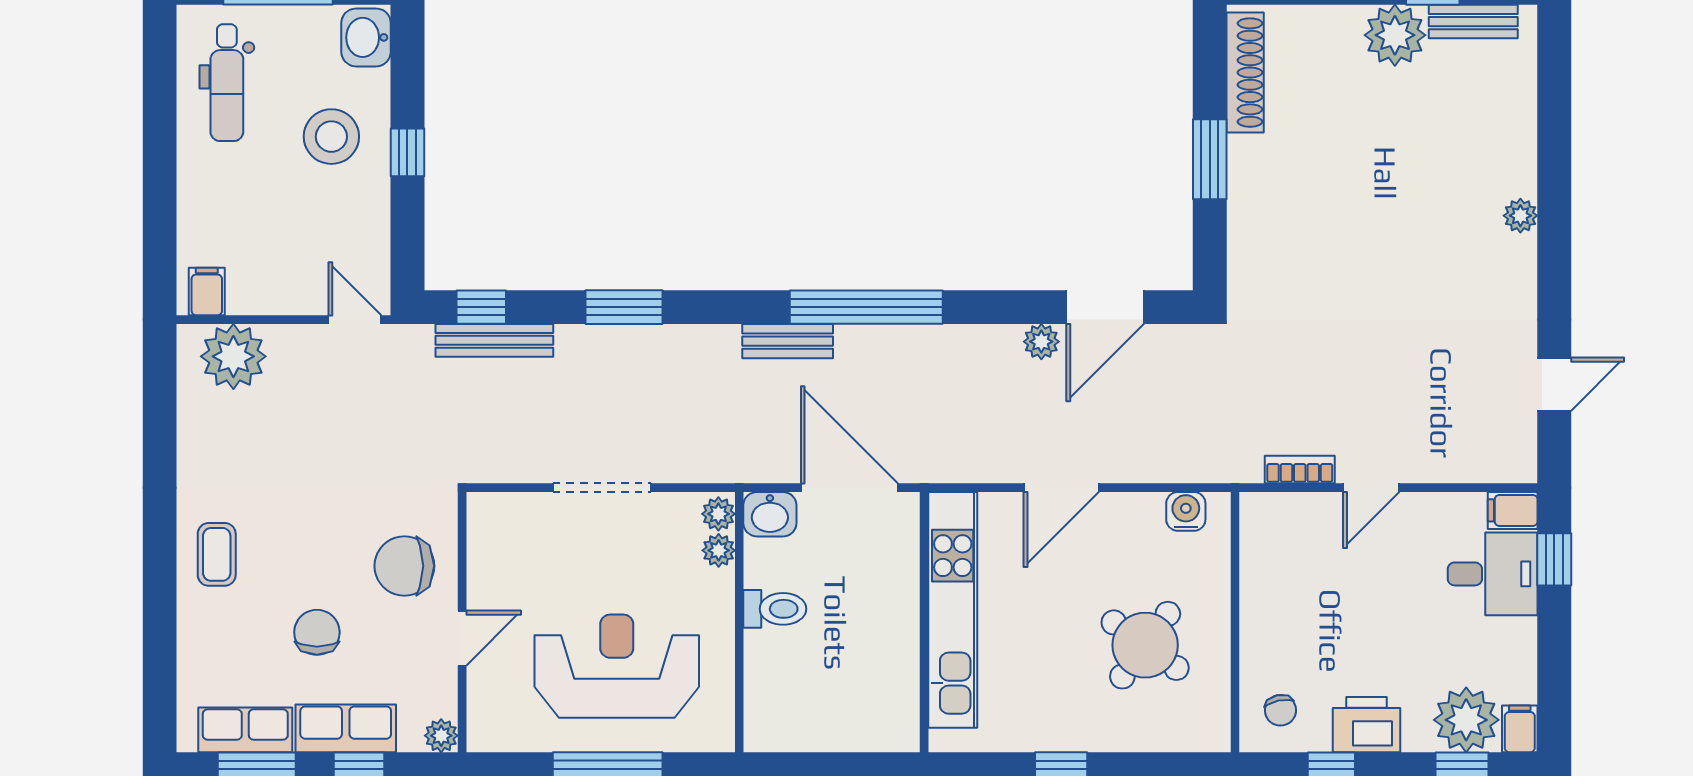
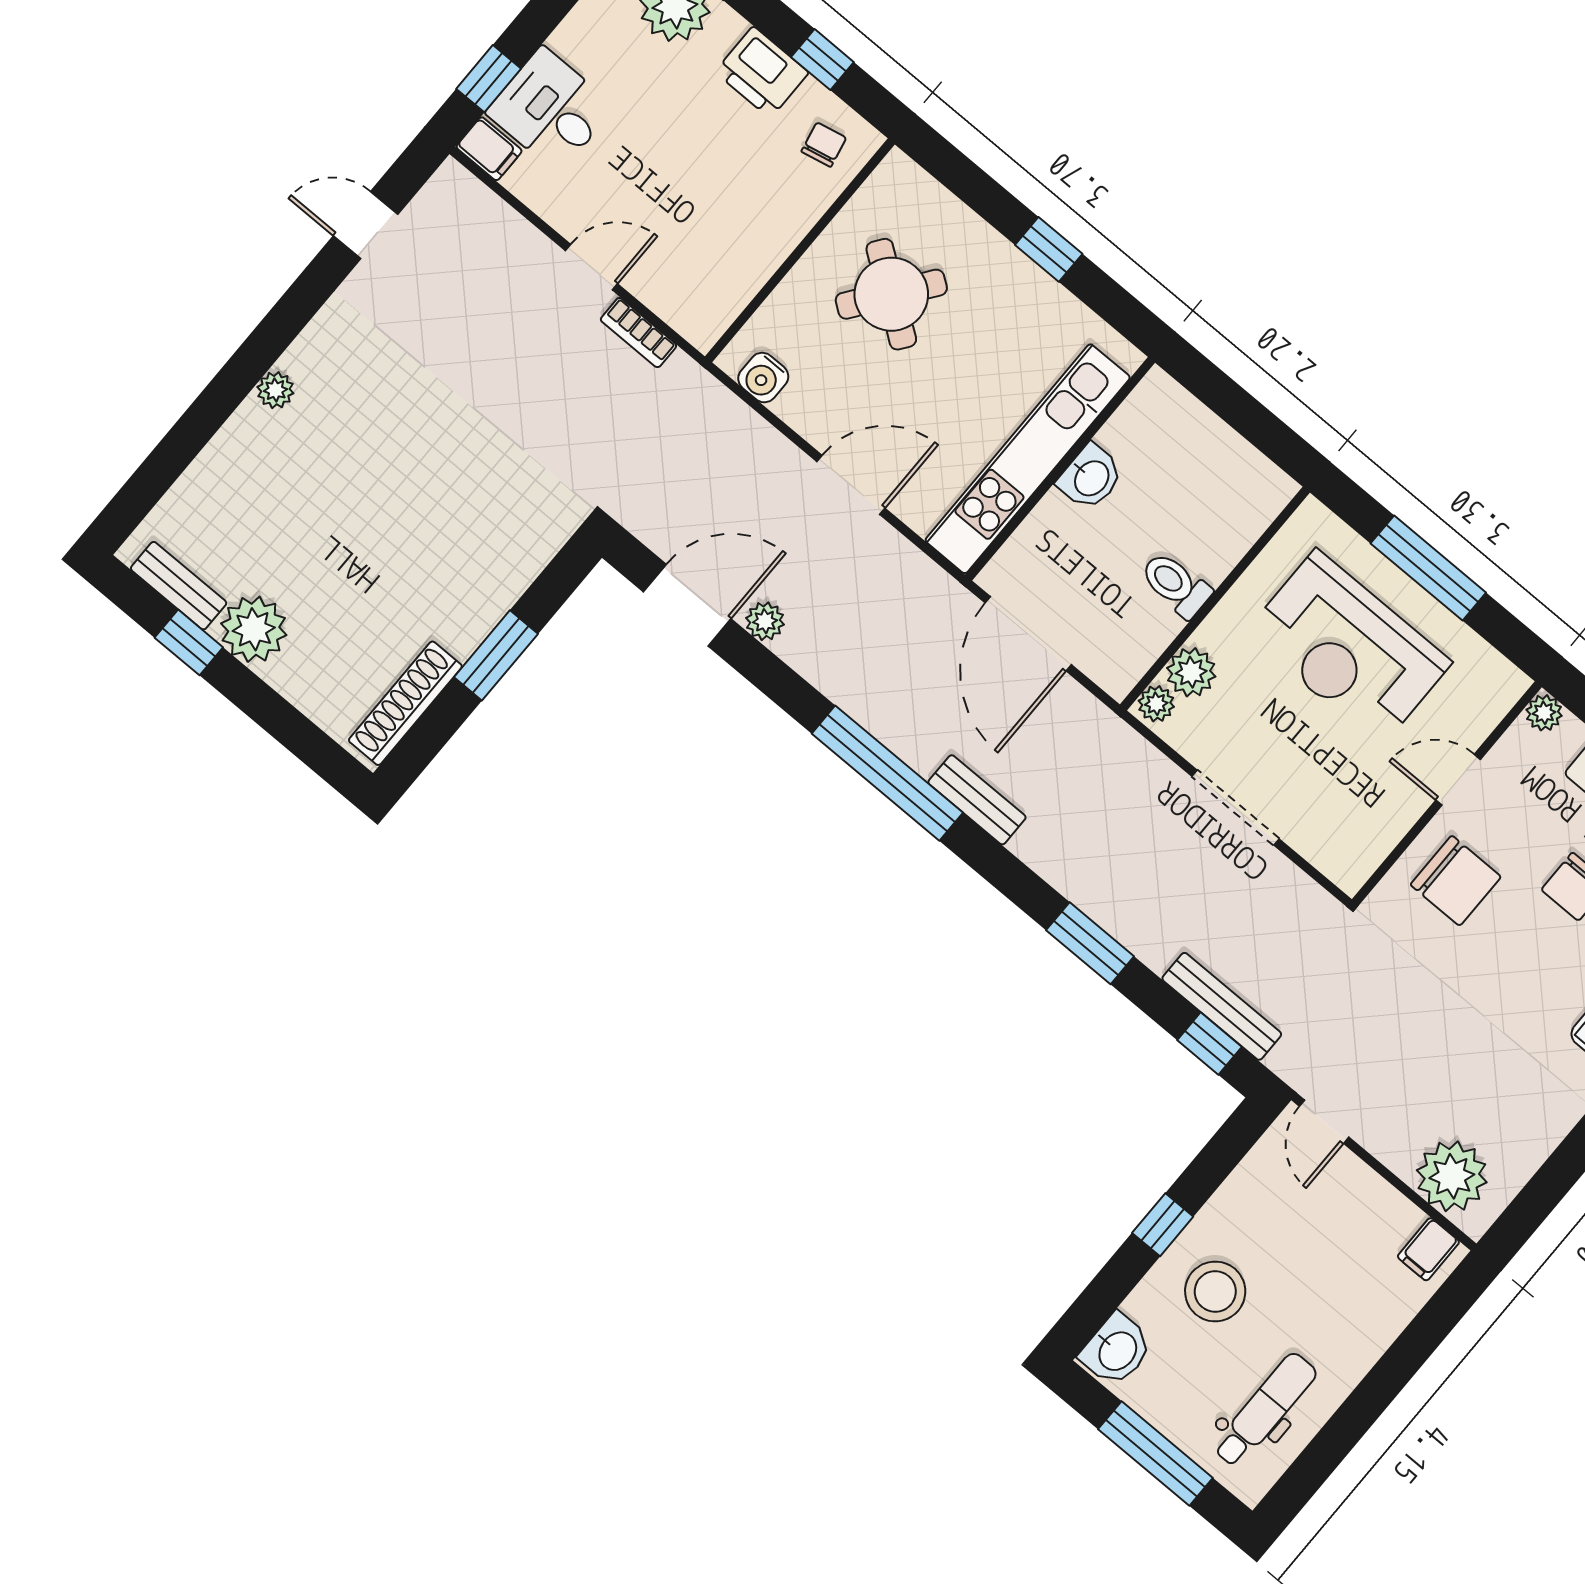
washbasin: (770, 514) -> (1091, 477), moved, turned 90
plant: (719, 550) -> (1191, 672), width x1.38, depth x1.38

